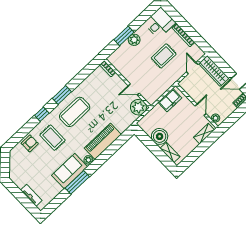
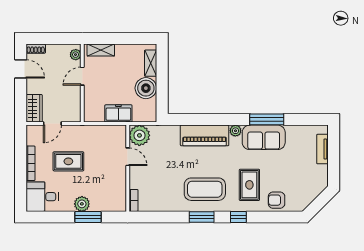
wardrobe: (214, 71) -> (34, 108), width x0.67
freezer: (170, 100) -> (118, 113), moved

